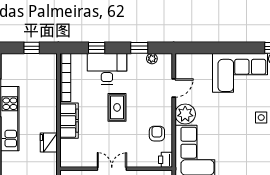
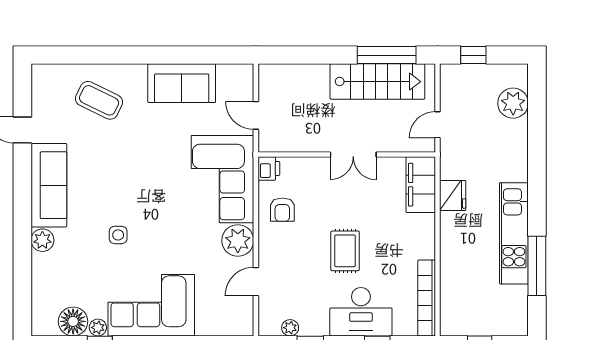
filing cabinet: (69, 121) -> (421, 185), moved

